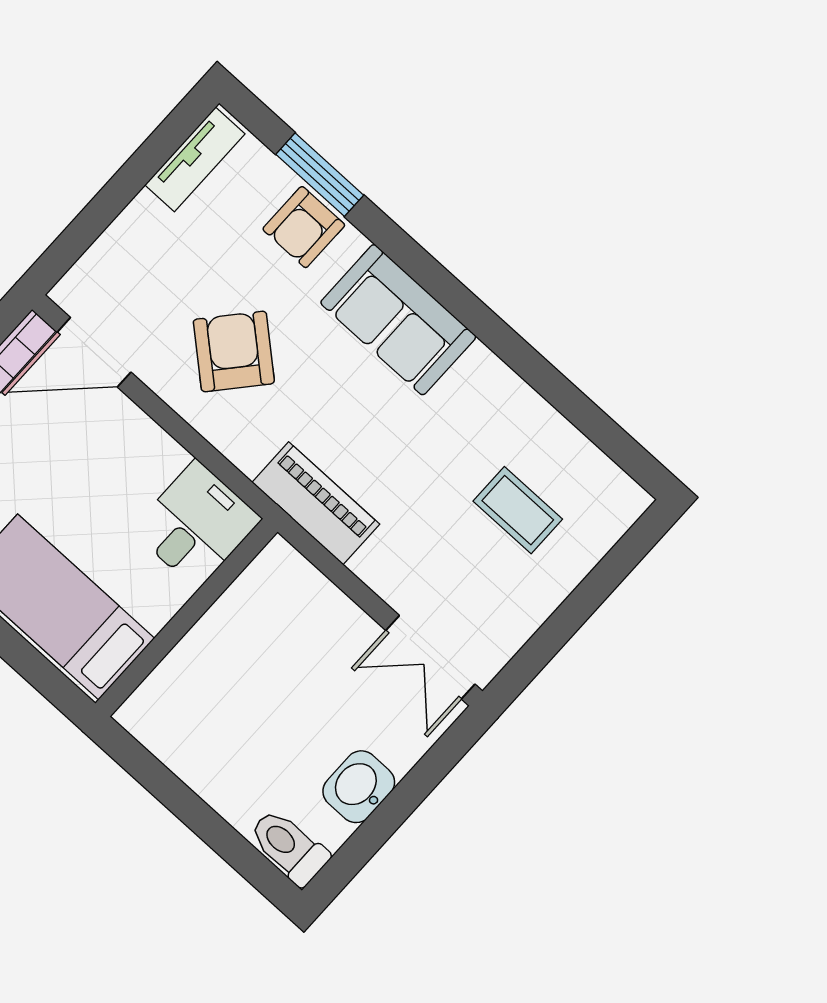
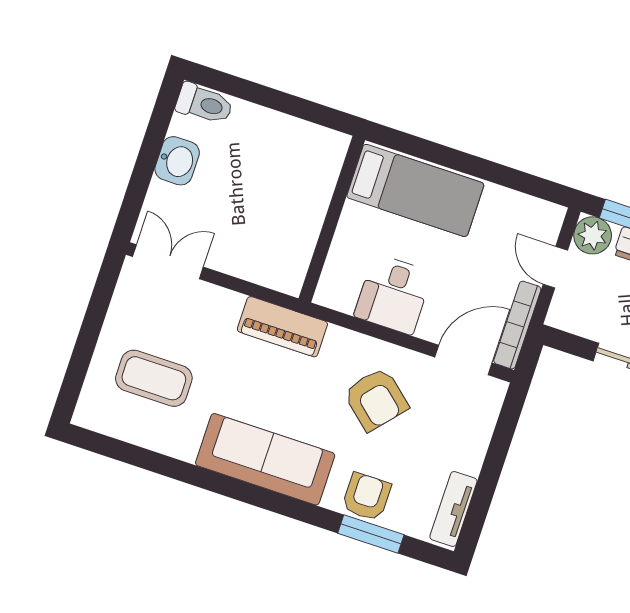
sofa: (398, 320) -> (265, 459), width x1.36
coffee table: (518, 510) -> (154, 378), width x1.36, depth x1.30
desk: (196, 525) -> (393, 294), moved

